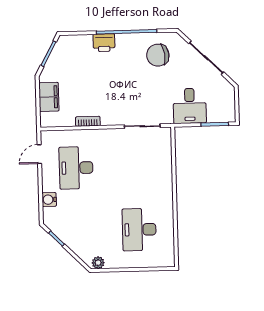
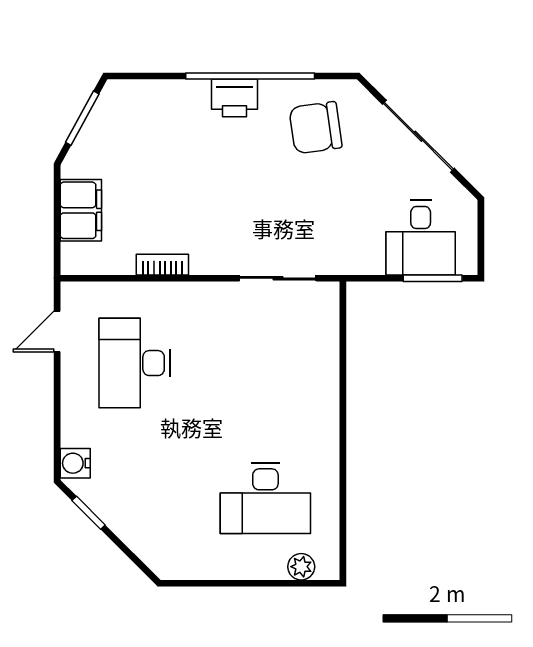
printer: (104, 43) -> (234, 98), moved
desk: (190, 106) -> (421, 238), moved
water cooler: (49, 200) -> (75, 463), moved
desk: (139, 230) -> (265, 498), turned -90
plant: (98, 263) -> (301, 567), moved

